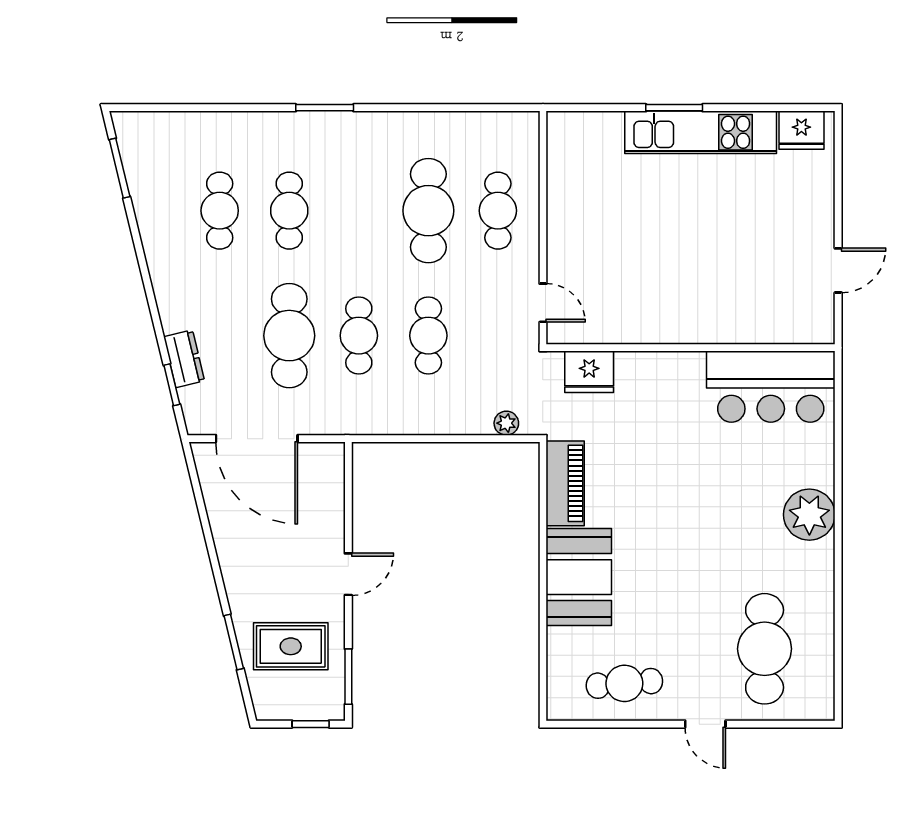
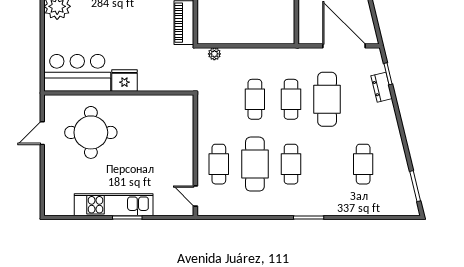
fridge: (801, 130) -> (61, 206), removed
cafe table: (289, 211) -> (291, 164), moved
round table: (745, 272) -> (91, 132), added
door: (543, 303) -> (195, 196), moved
fridge: (589, 372) -> (124, 80), moved

